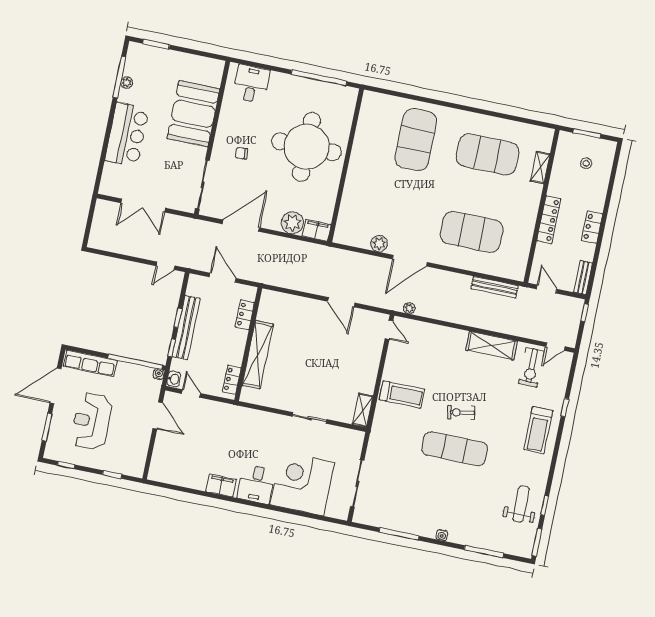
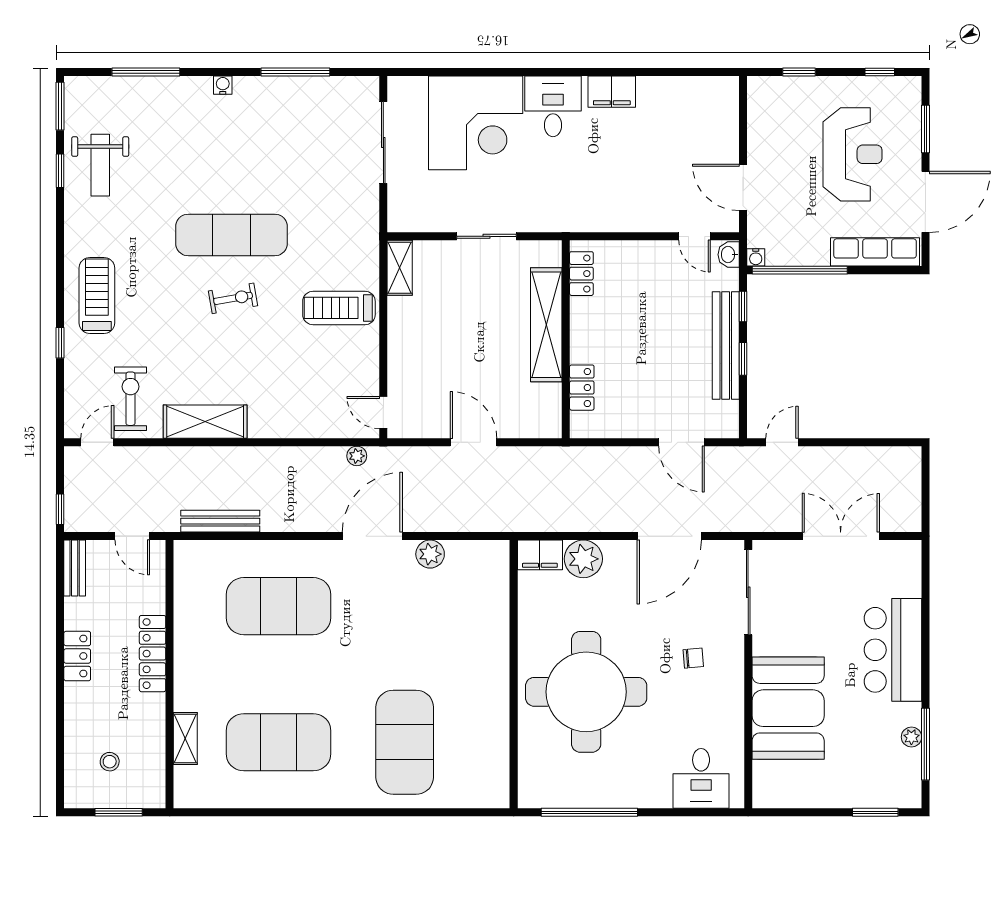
locker: (245, 315) -> (582, 388), moved
wall: (248, 344) -> (566, 339), moved
shelving: (258, 355) -> (546, 325), moved
locker: (232, 380) -> (581, 274), moved

